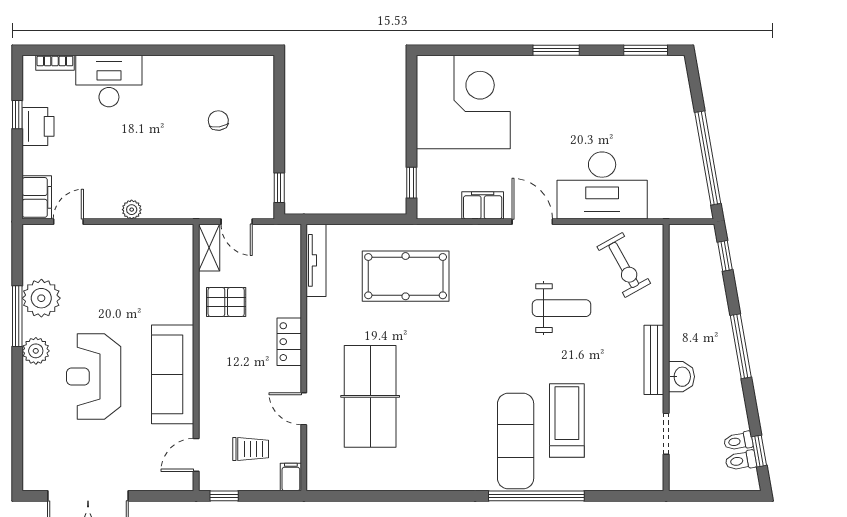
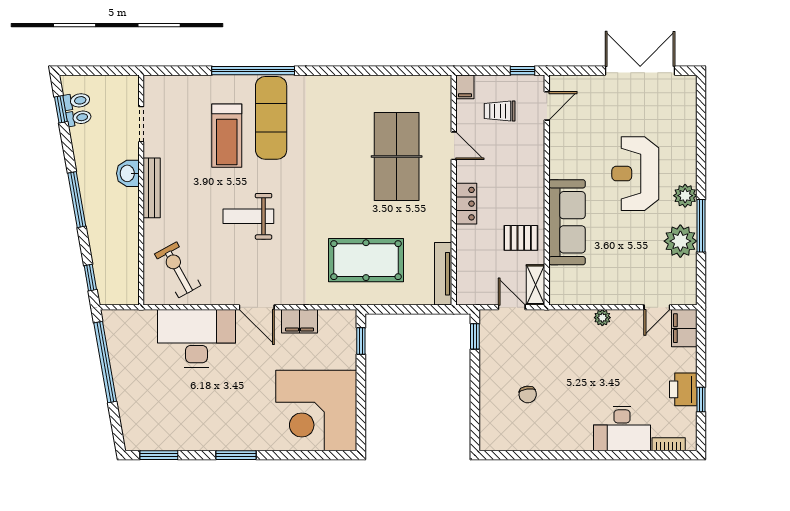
weight bench: (561, 308) -> (248, 216), moved
sofa: (173, 374) -> (567, 222), moved
reception desk: (94, 376) -> (635, 174), turned 180

